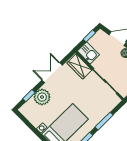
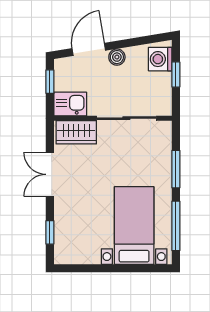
plant: (42, 97) -> (68, 218), removed

